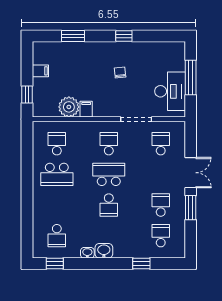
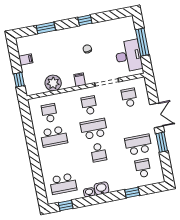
filing cabinet: (86, 109) -> (80, 80), moved
school desk: (161, 205) -> (138, 145), width x1.85
school desk: (57, 236) -> (63, 184), width x1.85

